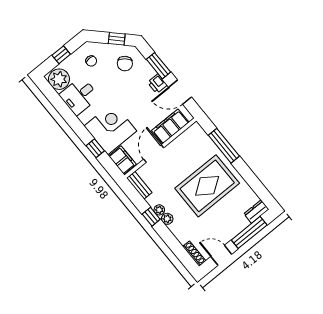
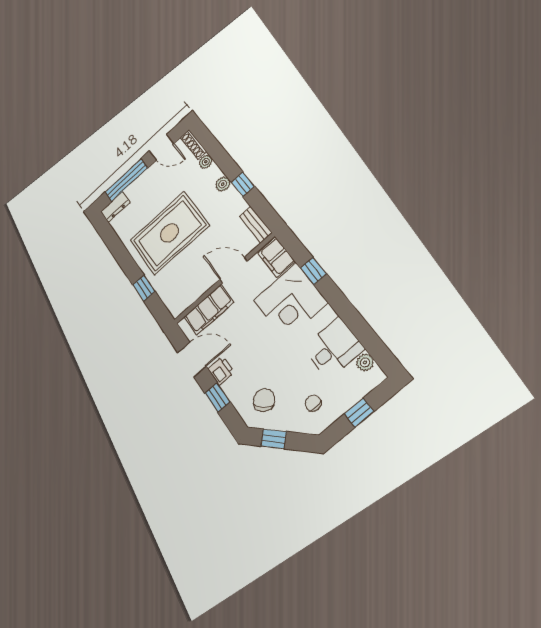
window: (158, 66) -> (217, 398), width x0.67
plant: (59, 79) -> (365, 362), width x0.53, depth x0.53
window: (224, 146) -> (144, 288), width x0.46
door: (154, 154) -> (233, 270), swing flipped
plant: (159, 210) -> (206, 162), moved

